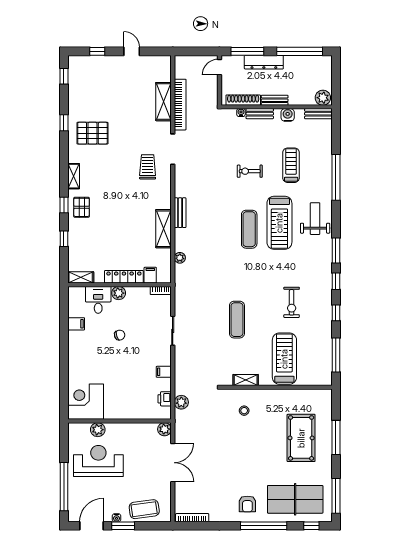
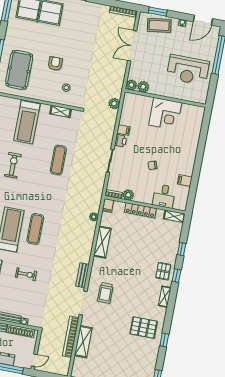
bench: (180, 213) -> (82, 275), moved
filing cabinet: (150, 275) -> (108, 205), moved
plant: (119, 293) -> (128, 195), moved
printer: (165, 399) -> (121, 141), moved
corner desk: (86, 402) -> (165, 114), moved
plant: (98, 430) -> (143, 87), moved
pool table: (301, 438) -> (19, 70), moved
double door: (173, 463) -> (132, 46), moved
armchair: (247, 504) -> (55, 64), moved
window: (123, 526) -> (158, 12), moved

